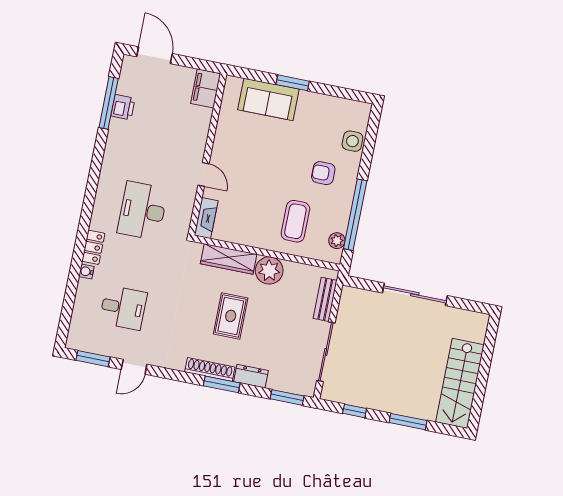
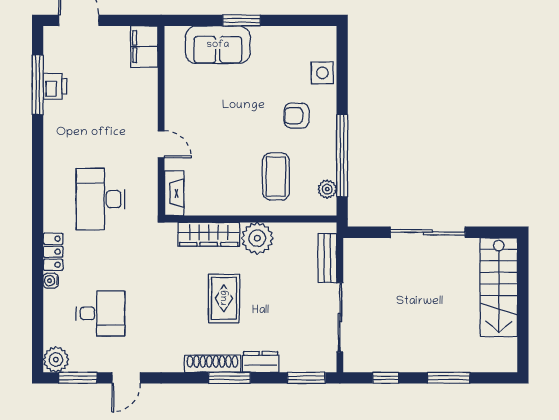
plant: (77, 339) -> (56, 360), added
stairs: (460, 383) -> (499, 287), moved

